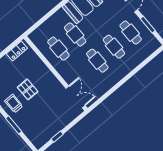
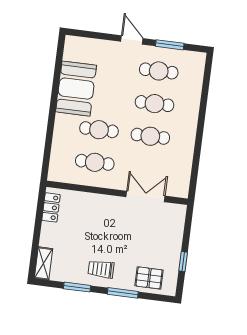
pallet: (28, 89) -> (149, 278), moved
double door: (76, 97) -> (146, 196), moved

